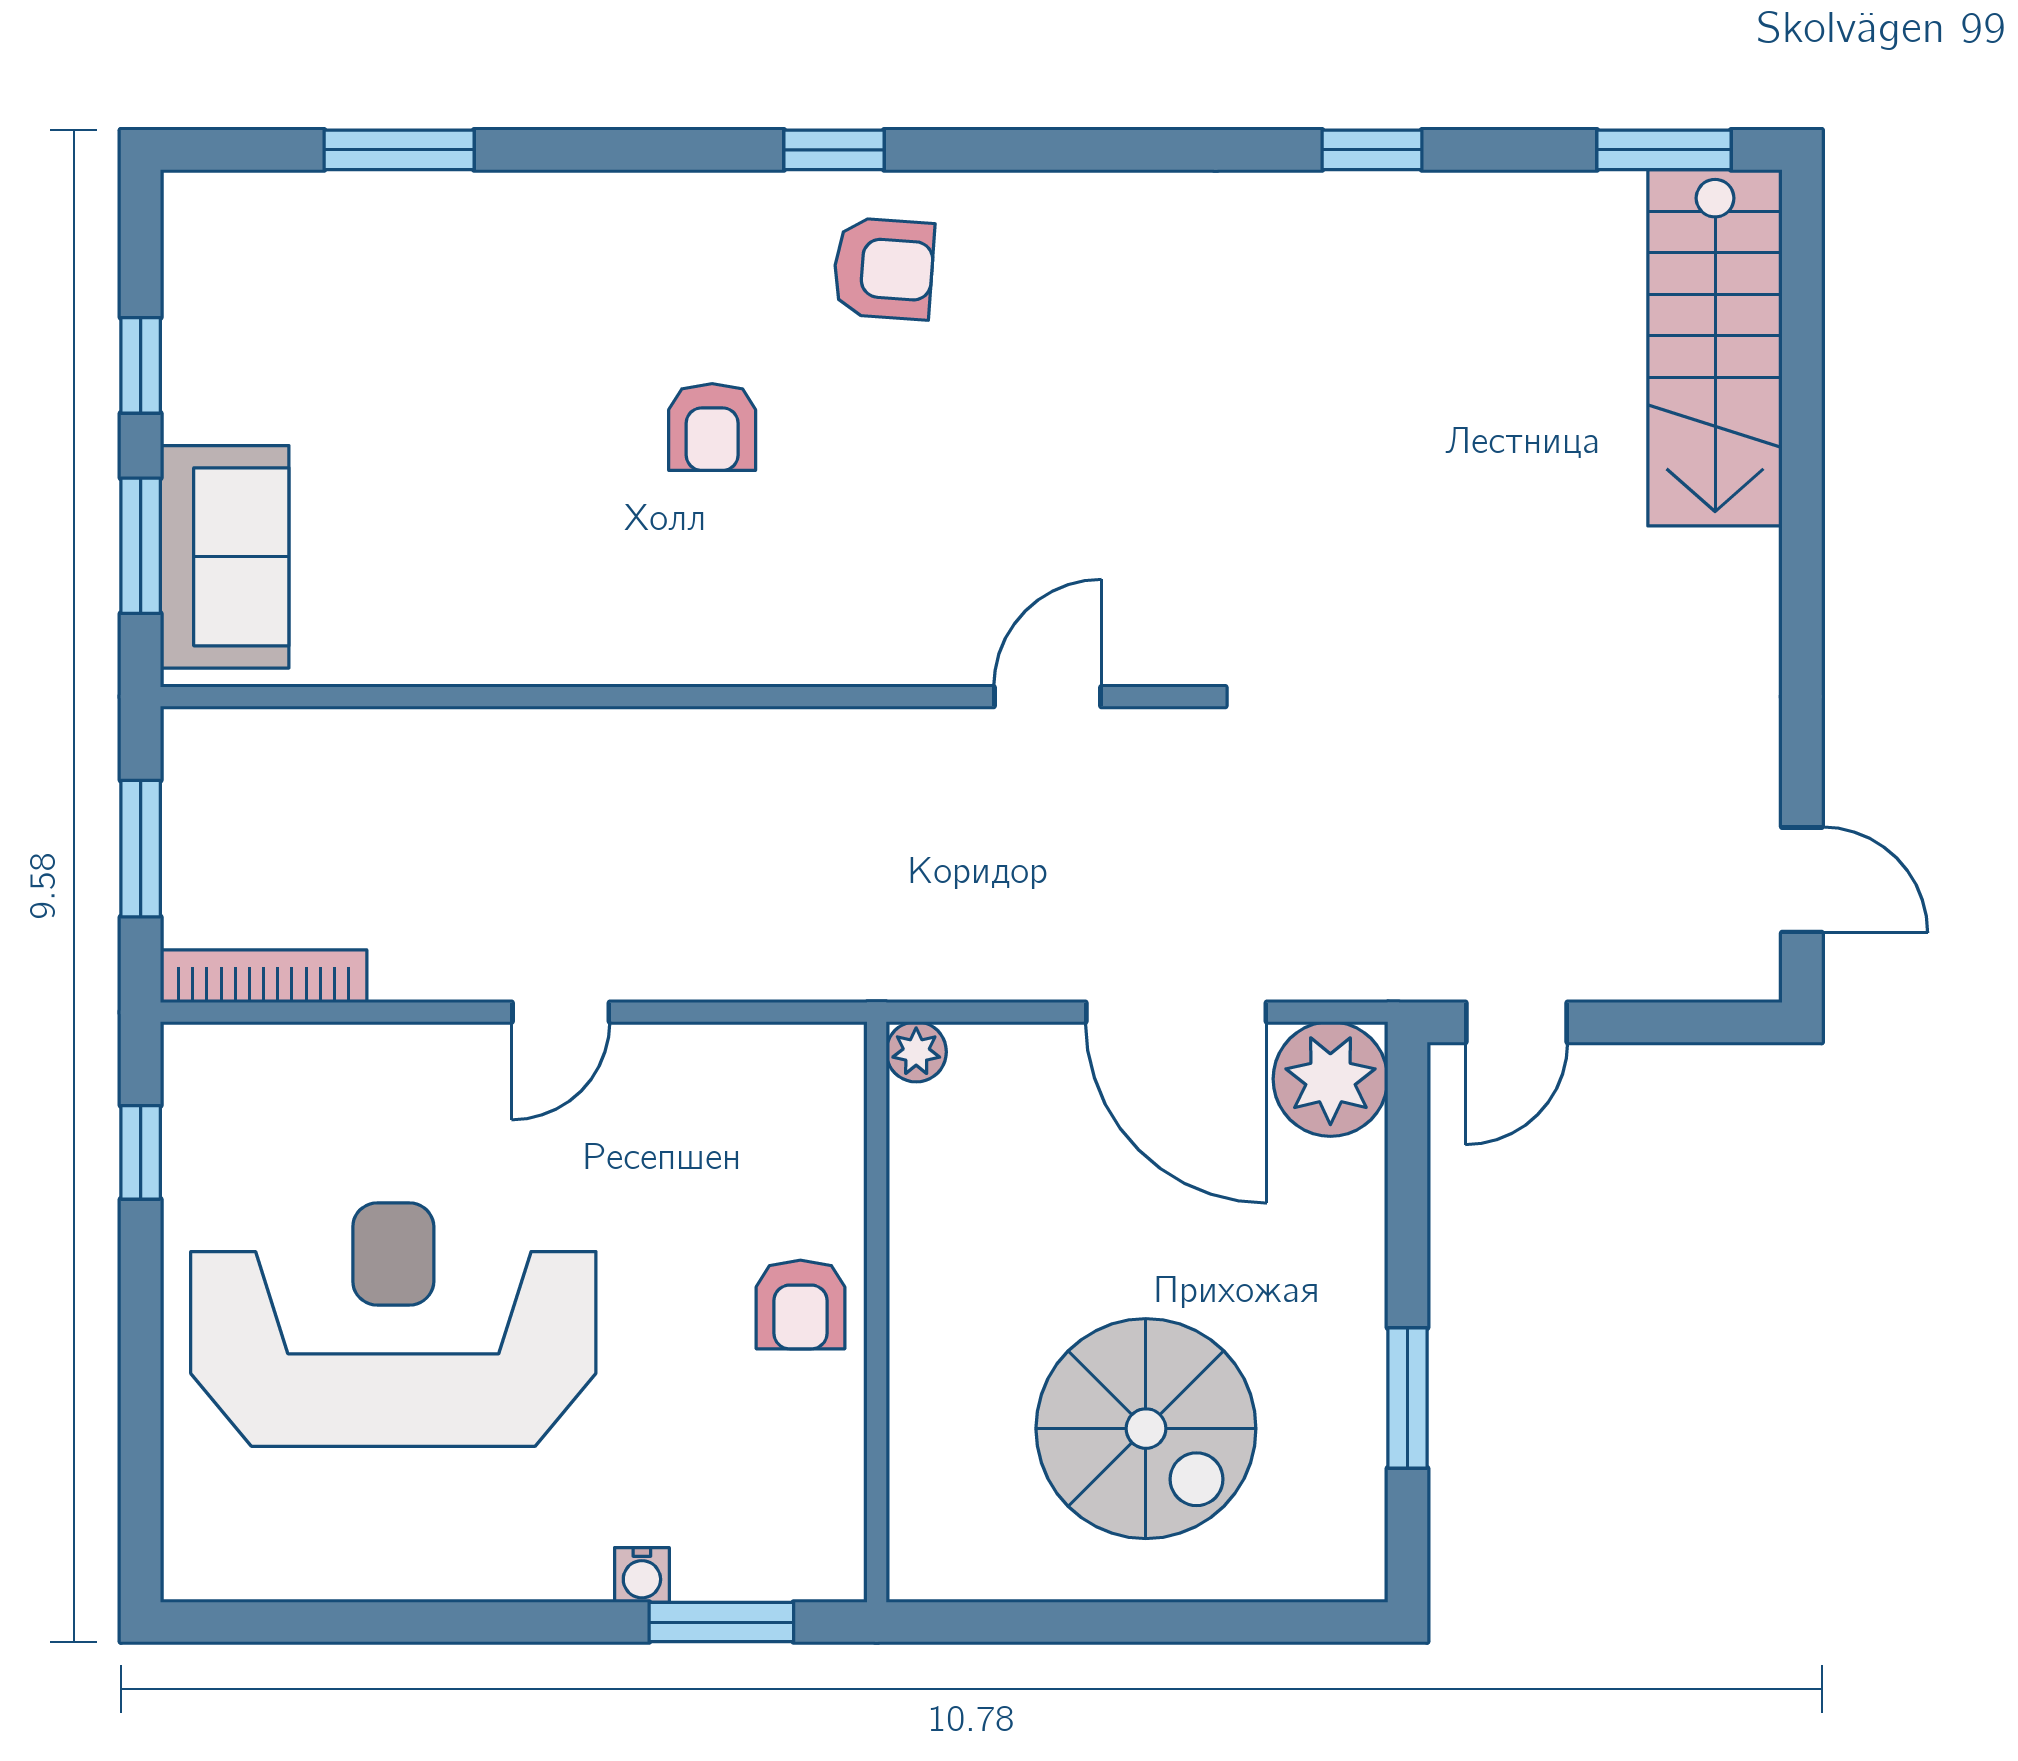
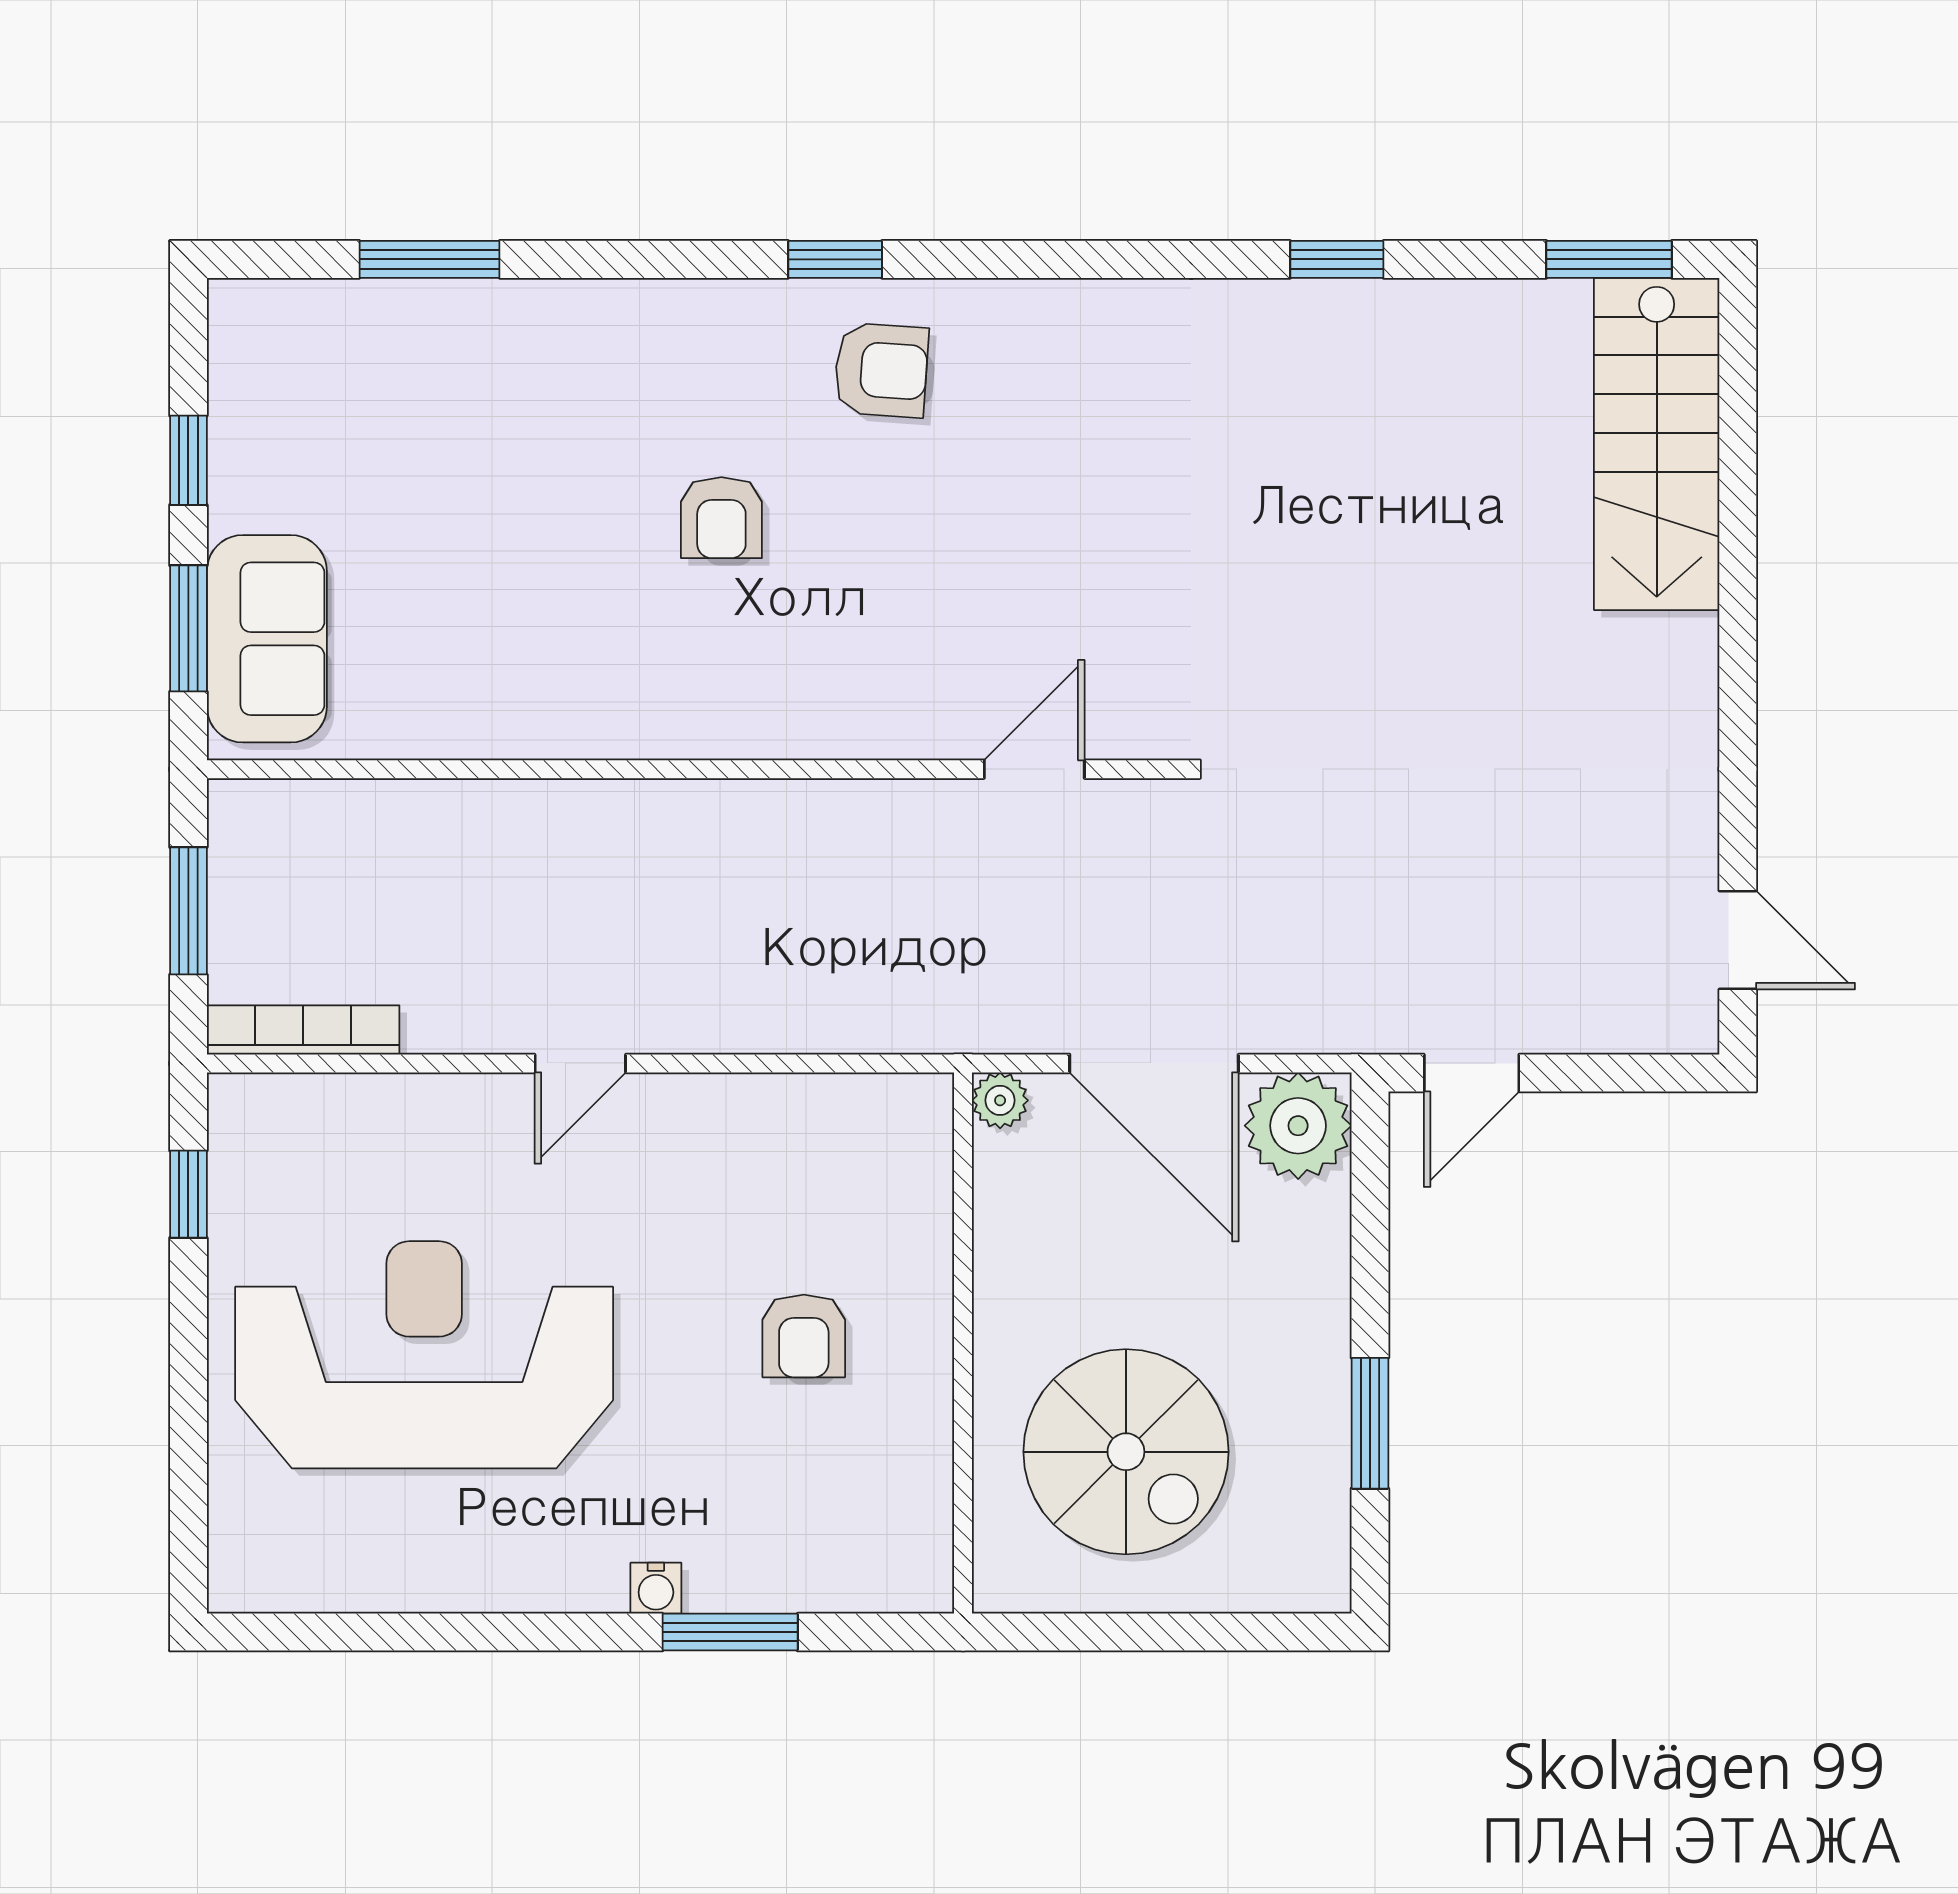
plant: (916, 1052) -> (1000, 1100), moved
wall: (877, 1312) -> (963, 1343), moved

